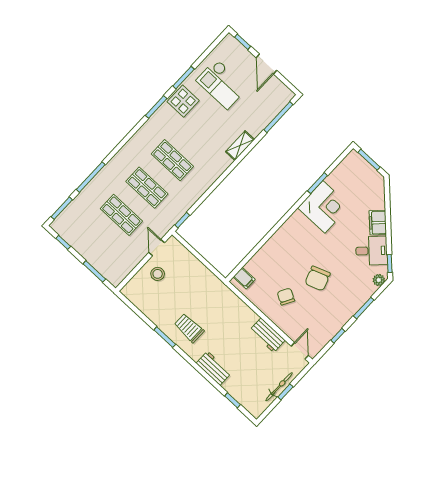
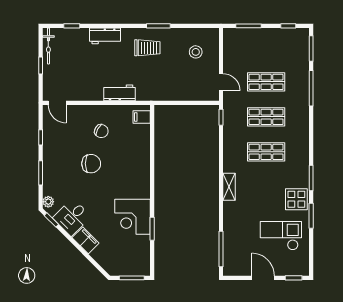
shelving: (240, 146) -> (229, 187), moved
stool: (158, 274) -> (196, 52), moved
chair: (318, 278) -> (91, 164), turned 110
workbench: (267, 335) -> (119, 93), moved
bicycle: (279, 387) -> (48, 46), moved

